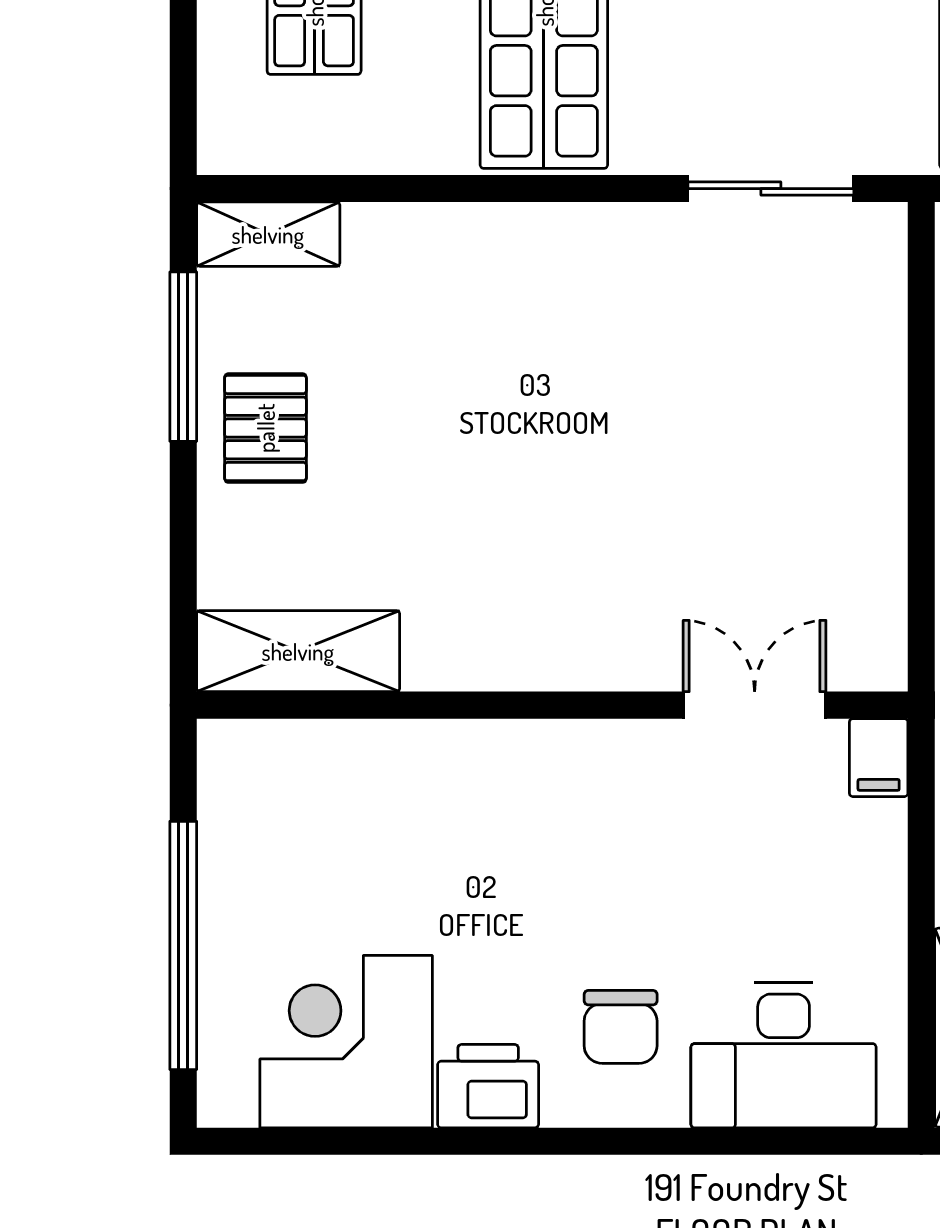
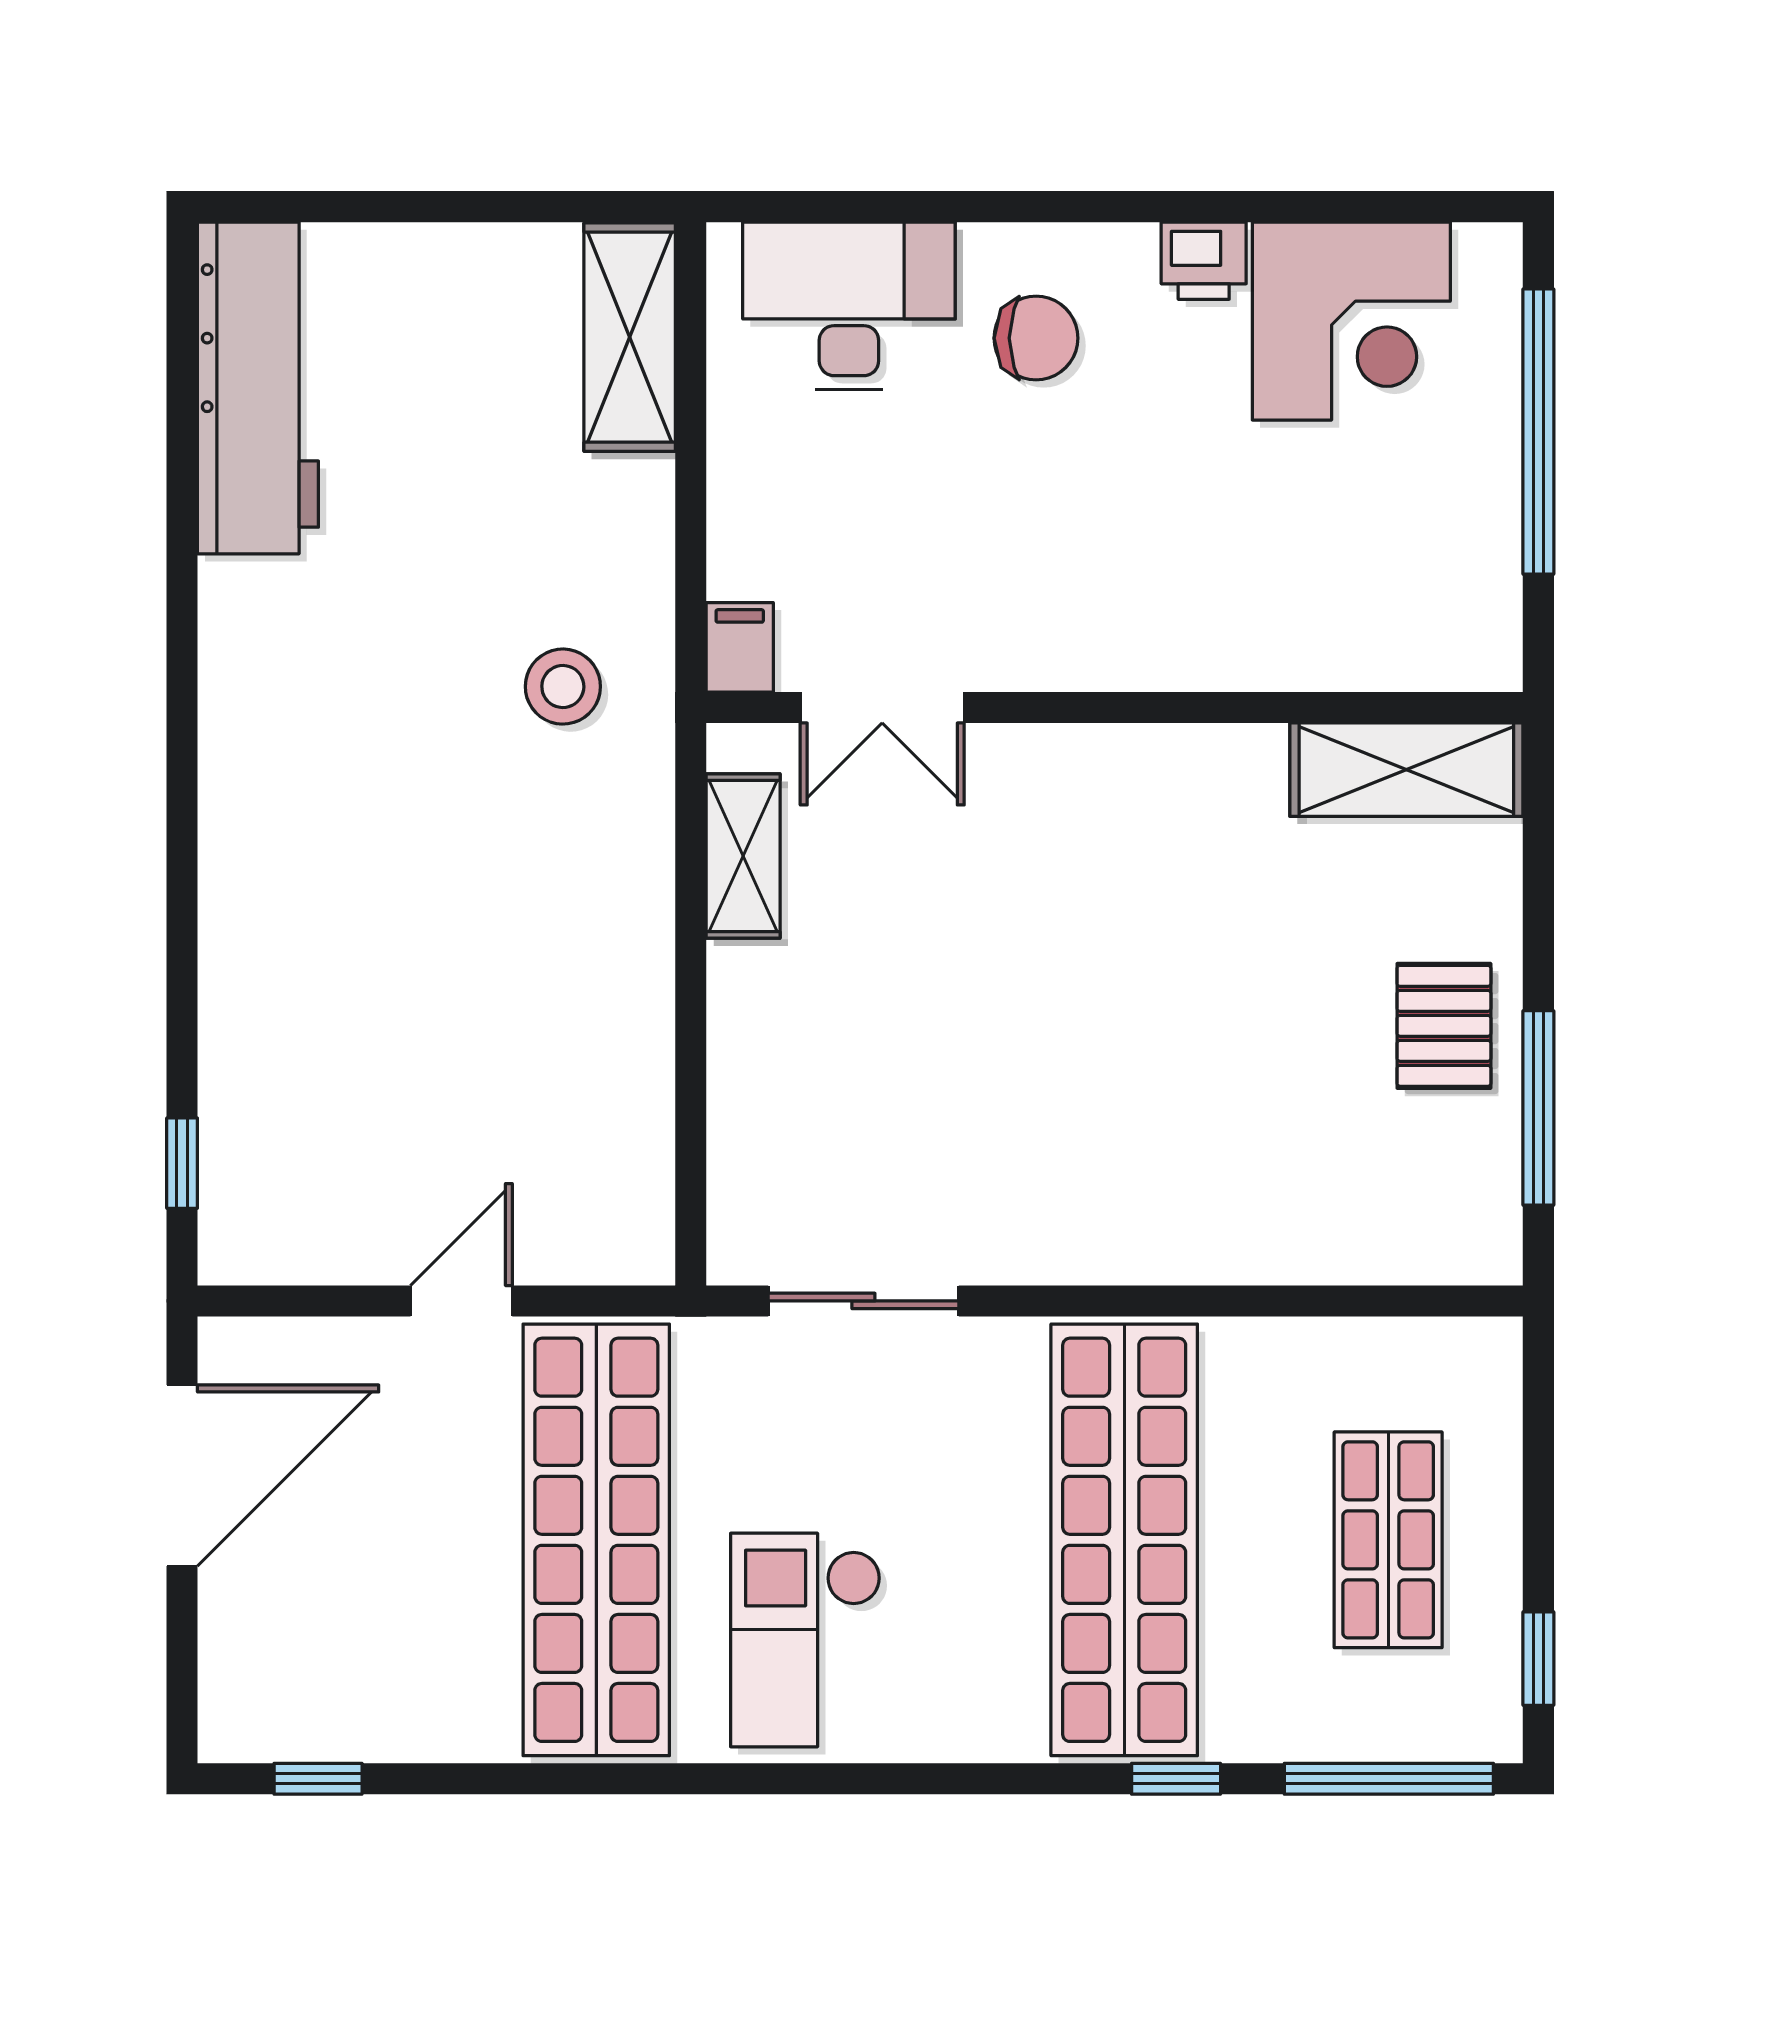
shelving: (268, 234) -> (743, 856), moved, turned 90
chair: (621, 1027) -> (1036, 338), turned 90
printer: (488, 1086) -> (1204, 261), width x0.73, depth x0.81

